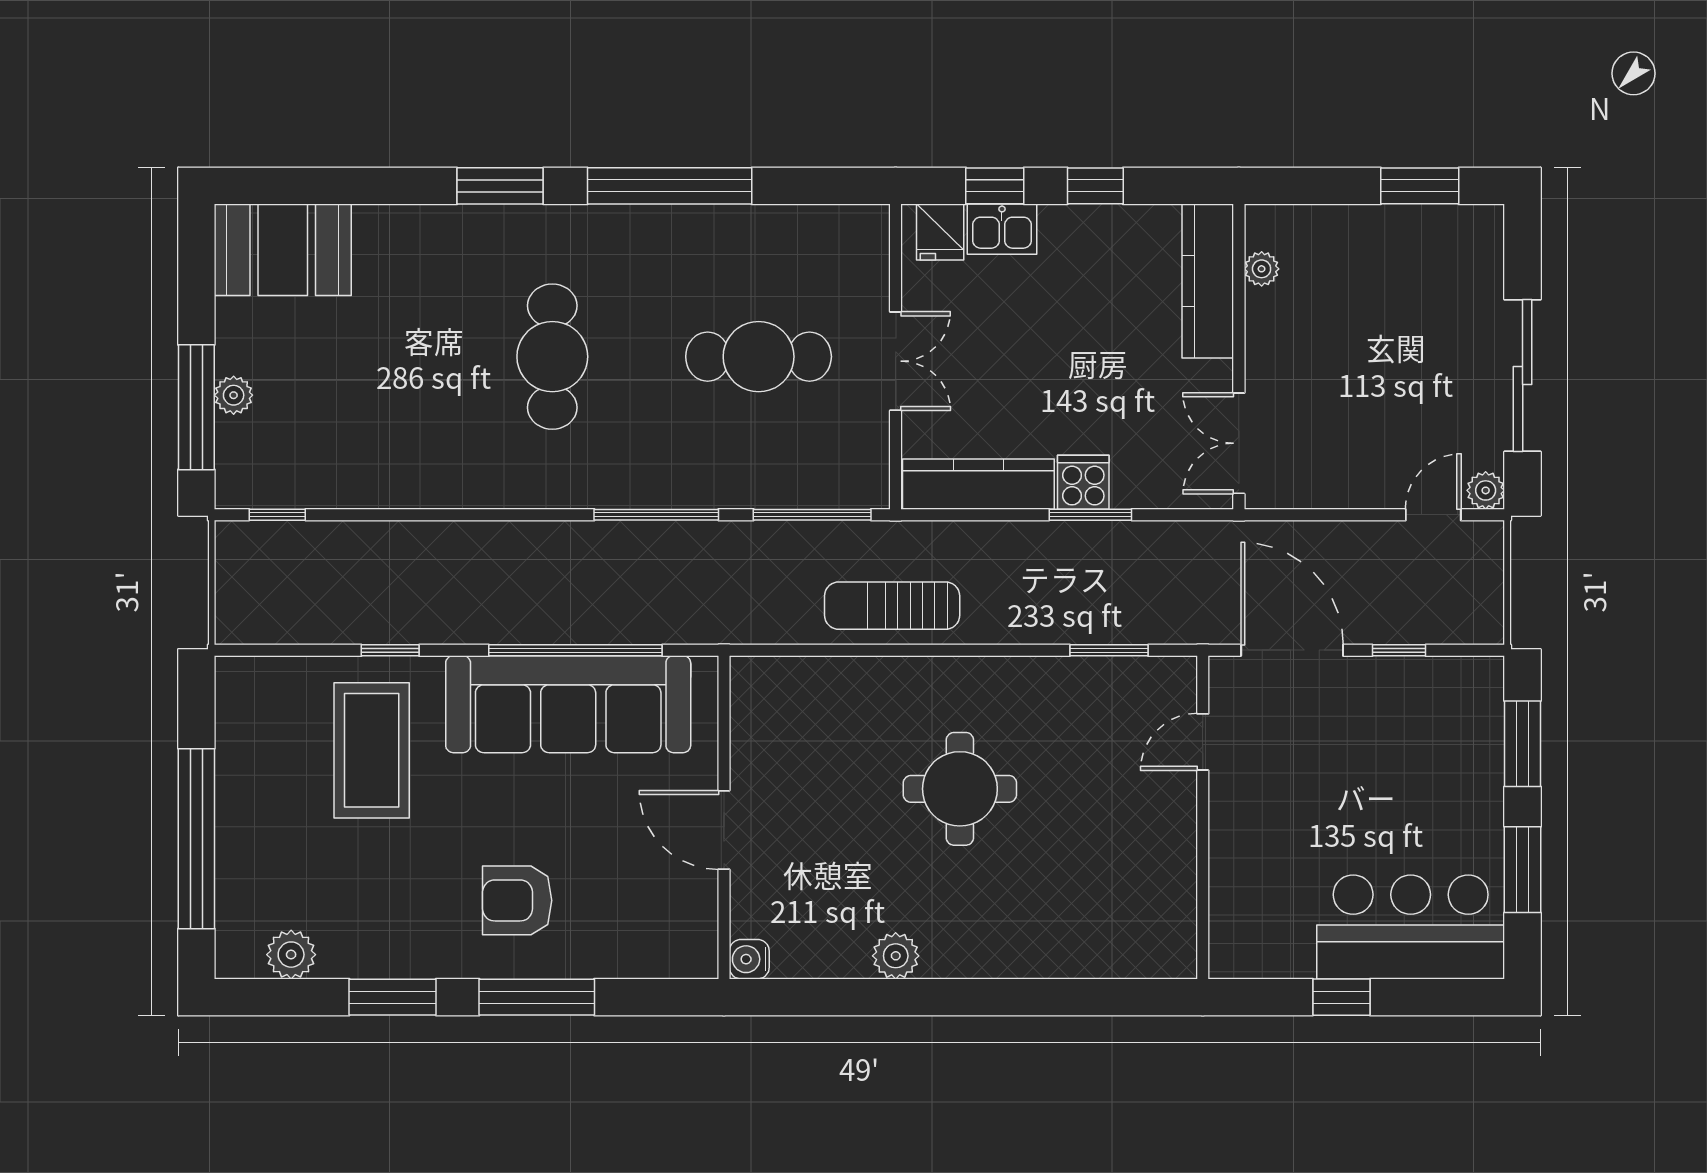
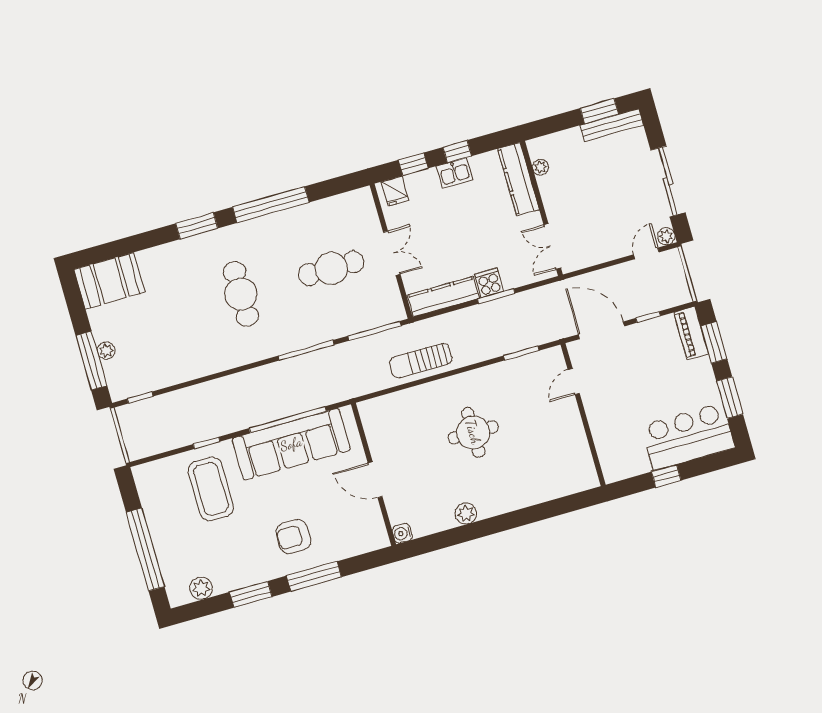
bench: (1437, 223) -> (612, 125), added
kitchen sink: (1002, 229) -> (454, 173), moved
piano: (1480, 710) -> (691, 333), added

